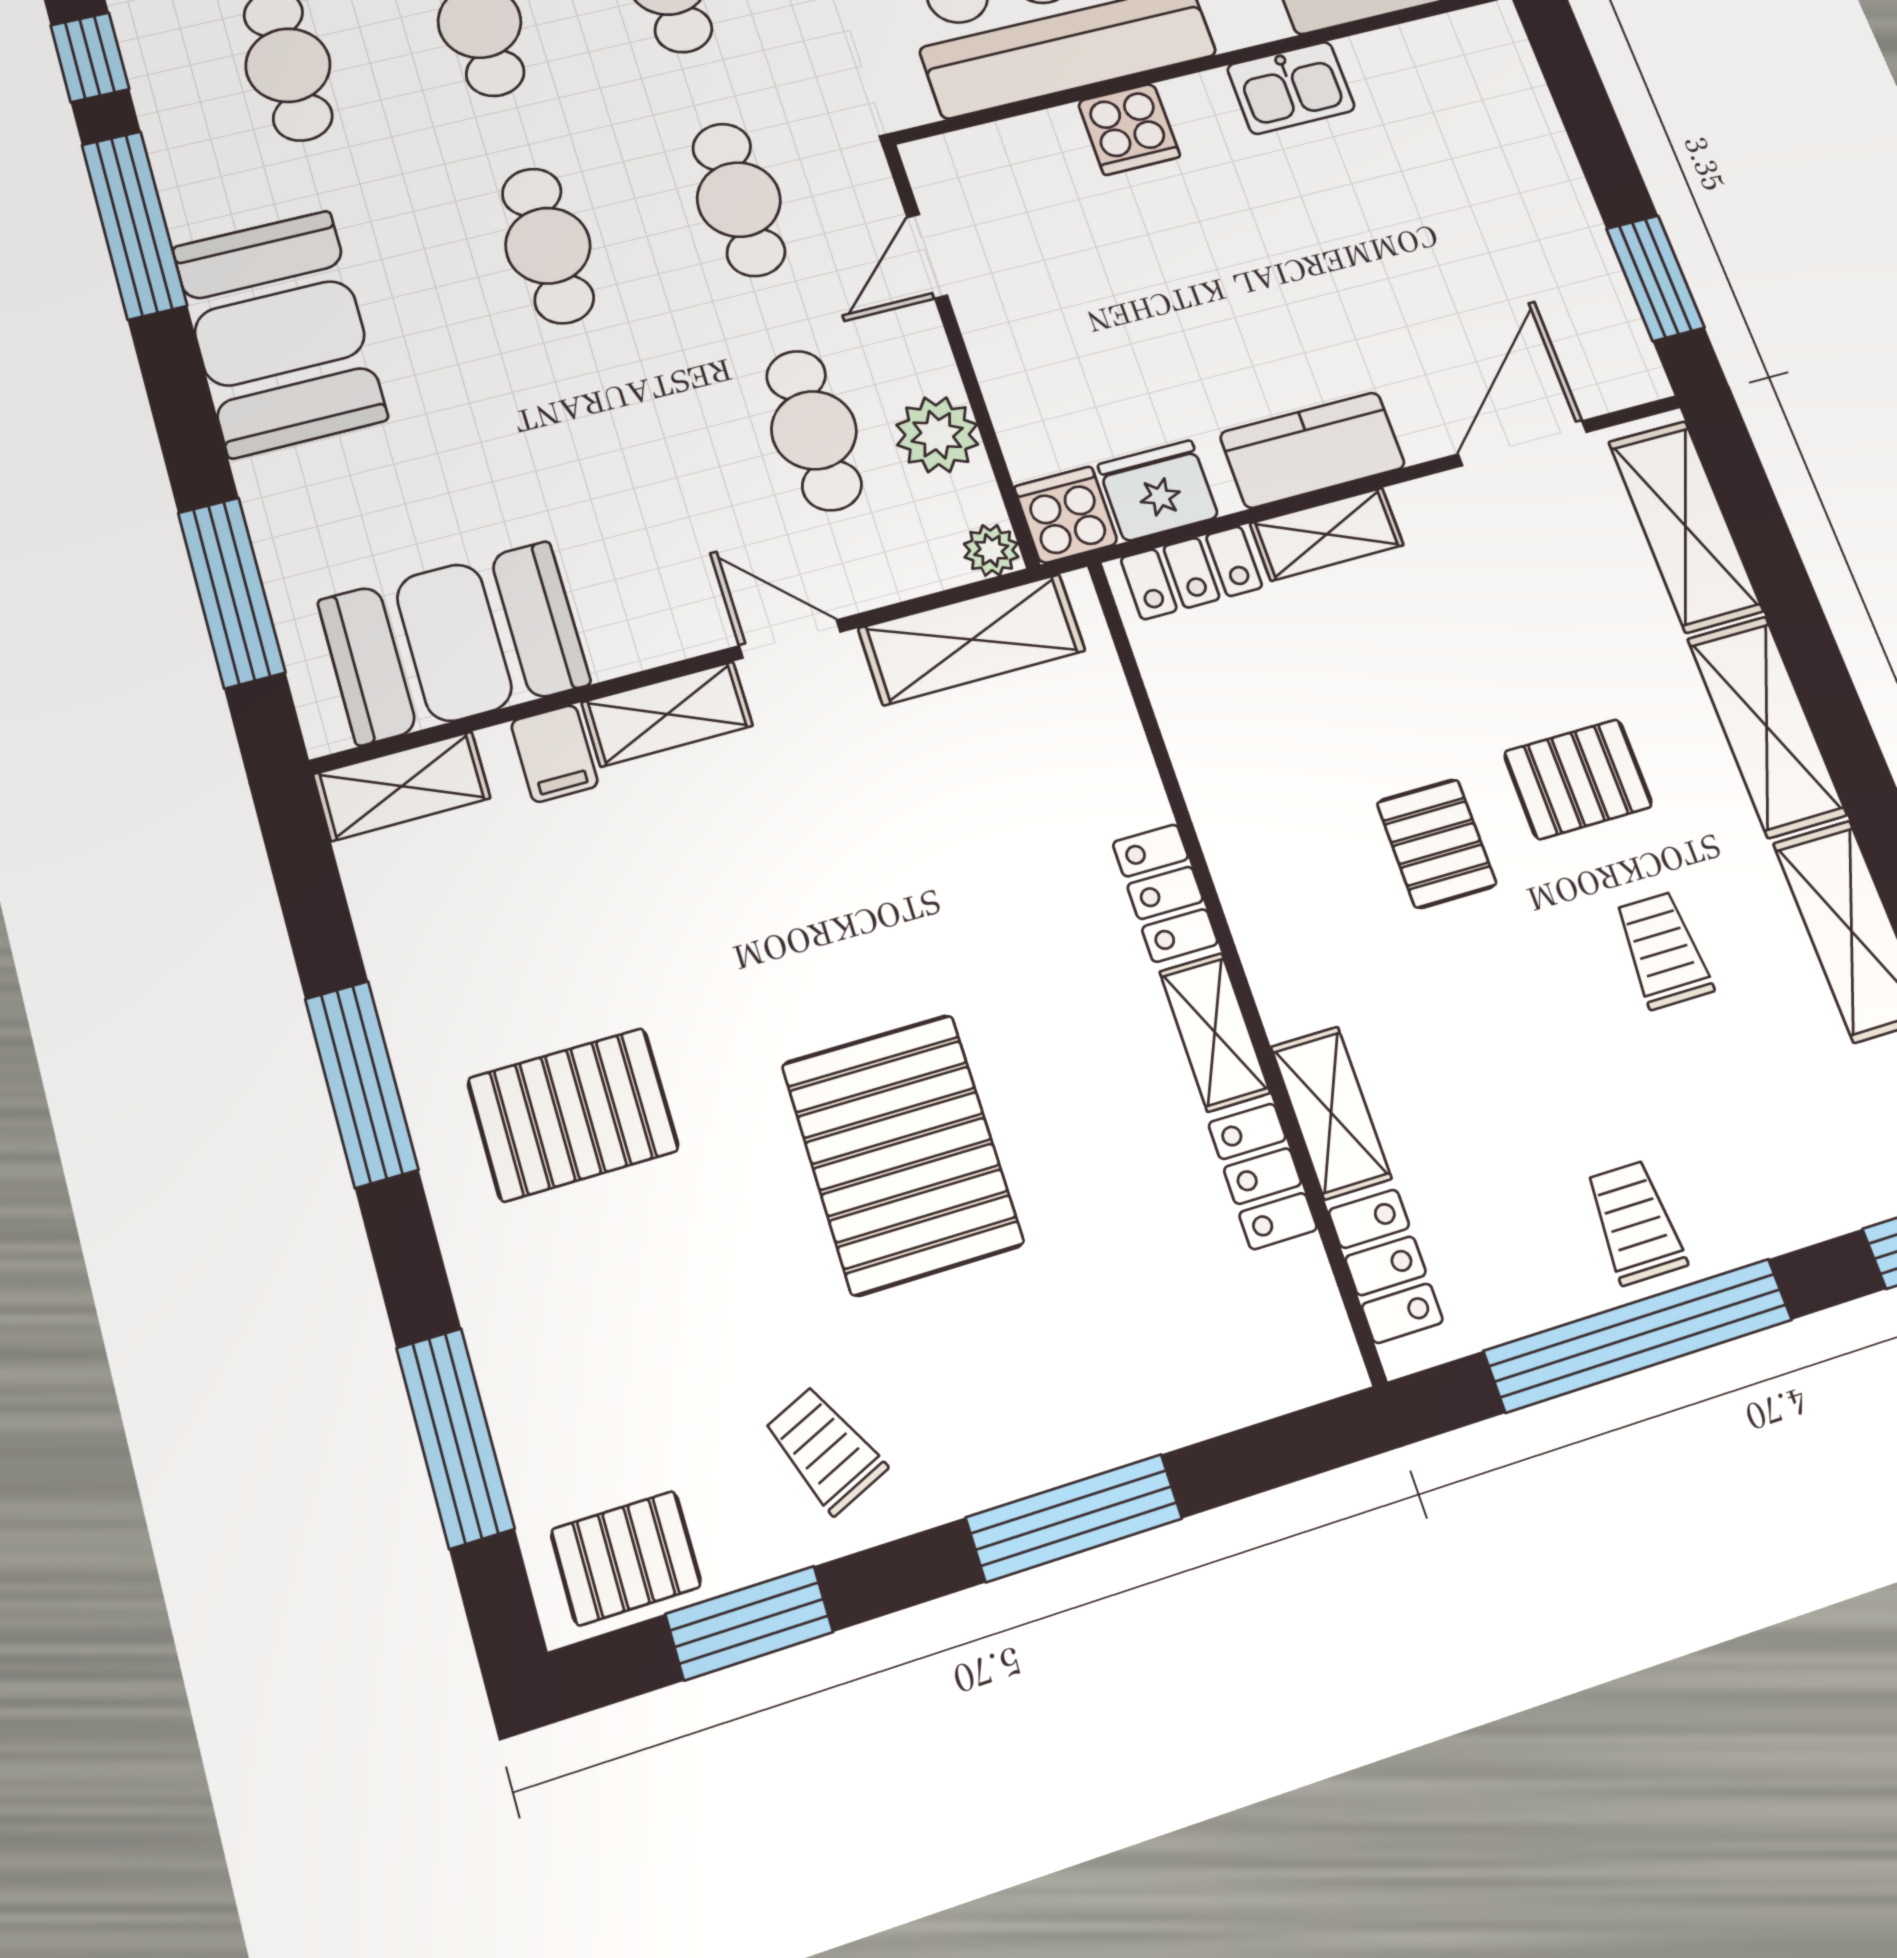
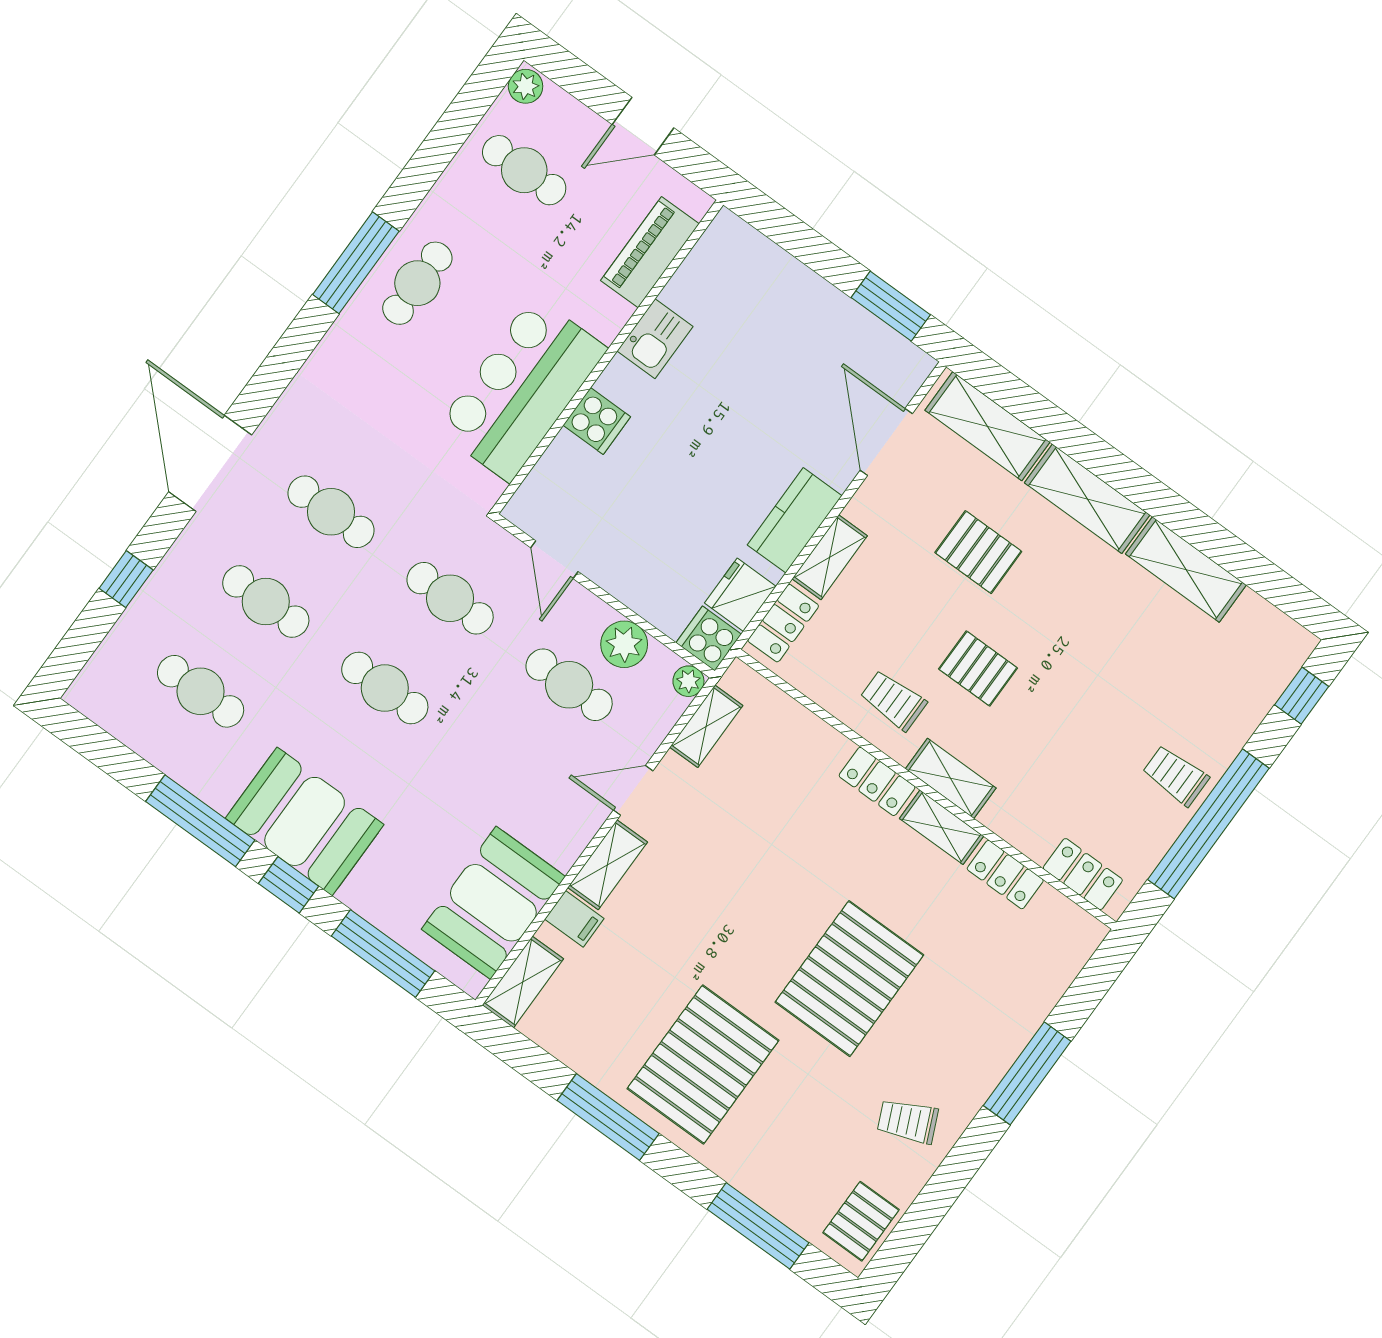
window: (90, 57) -> (289, 885), moved
shelving: (972, 640) -> (706, 726), width x0.67, depth x0.75
pallet: (1578, 779) -> (978, 552), moved, turned 90
trolley: (1663, 950) -> (893, 700), moved
shelving: (1331, 1113) -> (951, 778), moved
pallet: (573, 1114) -> (703, 1064), width x1.37, depth x1.41
pallet: (902, 1154) -> (849, 979), turned 90
window: (749, 1623) -> (928, 1210), removed

